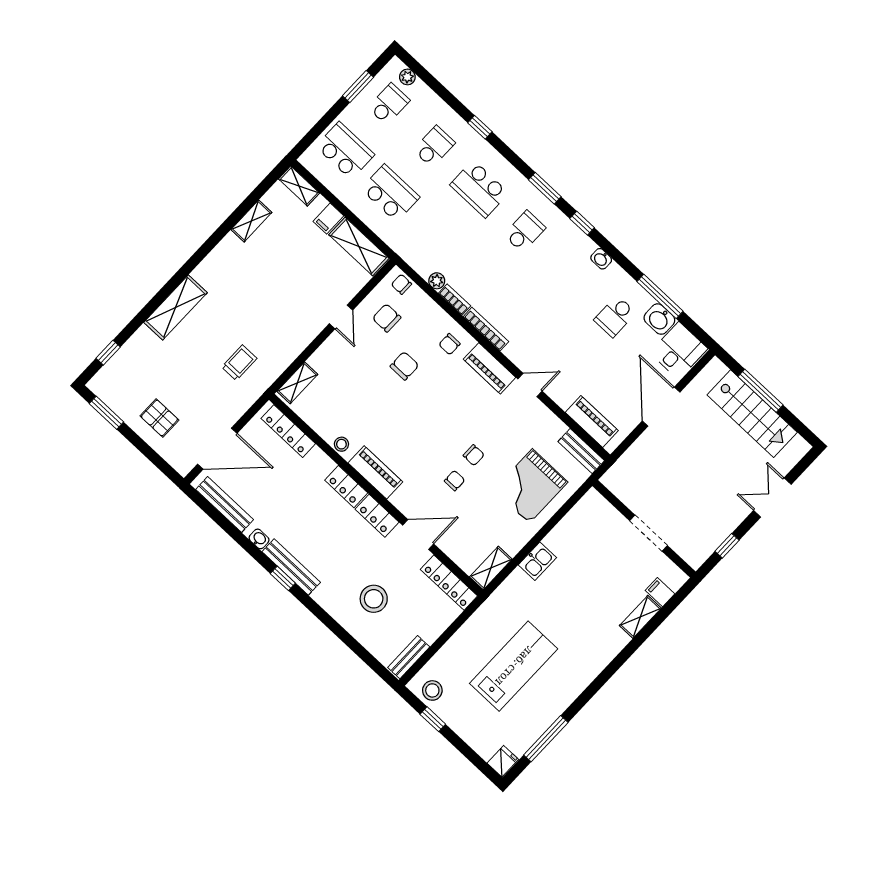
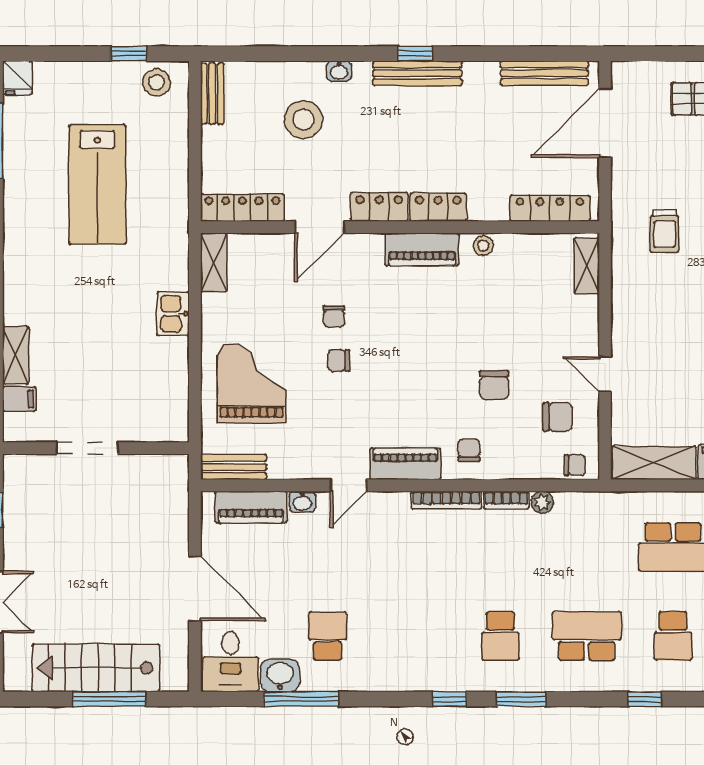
washbasin: (601, 259) -> (302, 502), moved, turned 180
washbasin: (259, 539) -> (339, 71), moved

